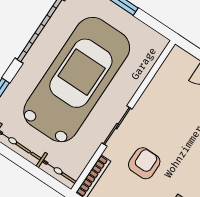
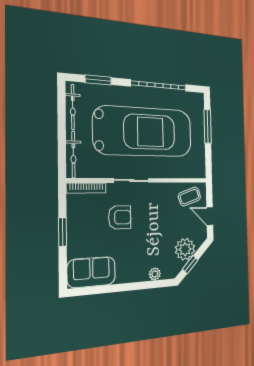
coffee table: (176, 73) -> (189, 197), added

